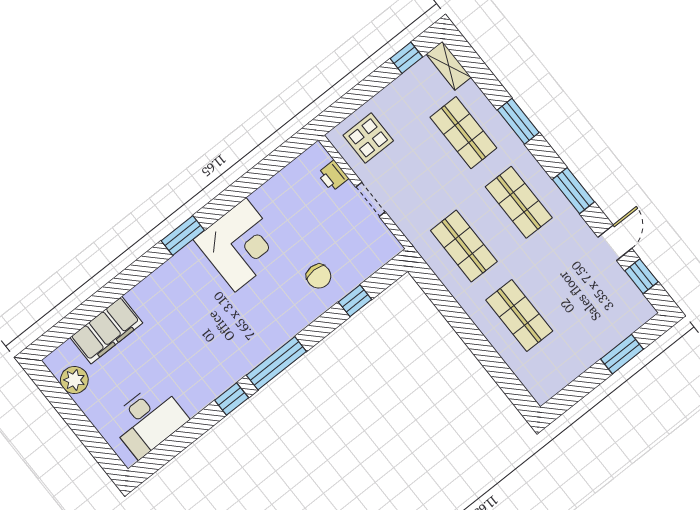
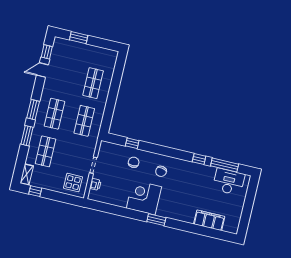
window: (573, 191) -> (33, 110), moved
chair: (263, 313) -> (161, 171), added
window: (276, 363) -> (225, 165), moved
plant: (74, 380) -> (235, 218), removed

